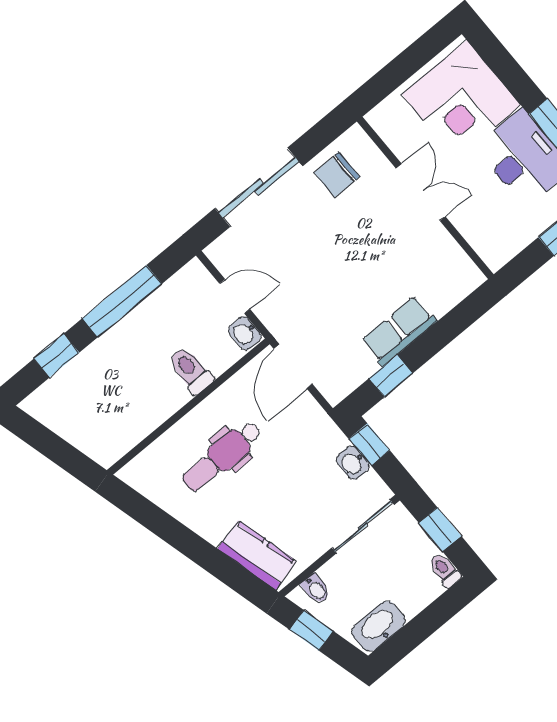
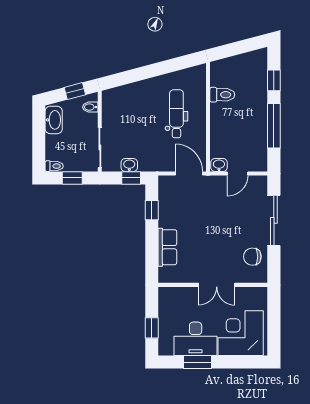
chair: (337, 175) -> (252, 257), turned -90
row of seats: (399, 331) -> (167, 247), moved
toilet: (191, 370) -> (222, 95), moved
kitchen counter: (257, 555) -> (124, 95), removed

